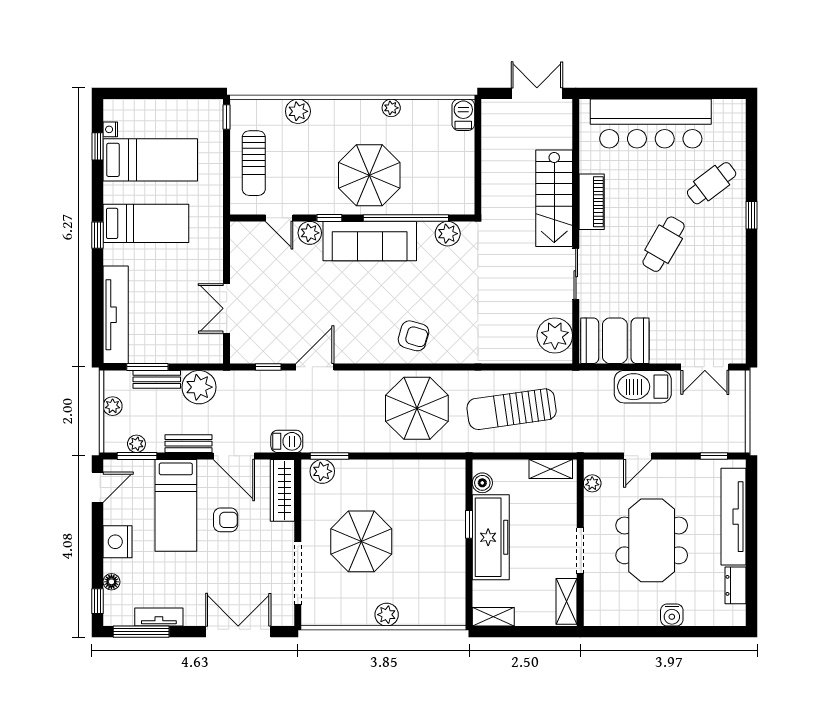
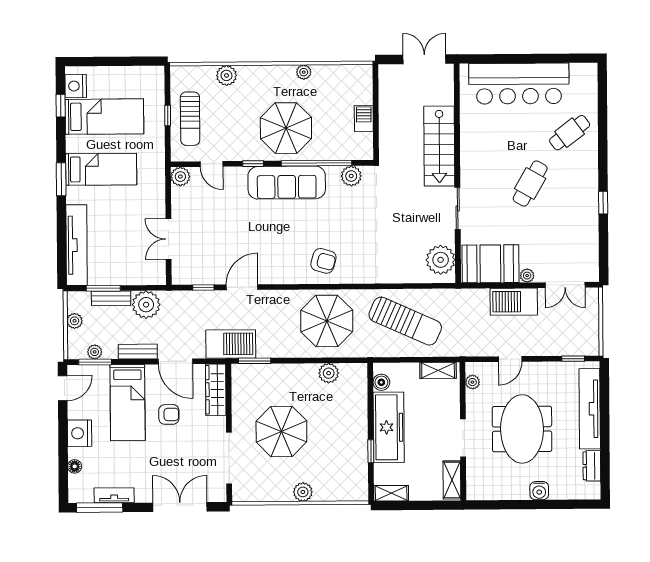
barbecue: (463, 115) -> (364, 118), moved
window: (227, 117) -> (168, 116), moved
nightstand: (110, 129) -> (76, 86), width x1.89, depth x1.79
piano: (592, 202) -> (470, 149), removed
window: (751, 215) -> (603, 203), moved
plant: (310, 233) -> (180, 177), moved
window: (98, 235) -> (61, 179), width x1.50
plant: (659, 355) -> (527, 276), added
sun lounger: (512, 409) -> (405, 321), turned -148
barbecue: (287, 441) -> (231, 344), width x1.88, depth x1.53
plant: (322, 471) -> (329, 373), moved
window: (469, 524) -> (371, 451), moved
window: (98, 601) -> (63, 483), removed

